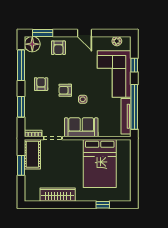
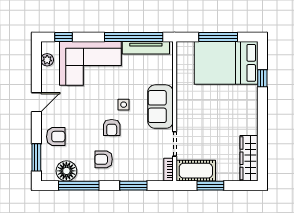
floor lamp: (32, 44) -> (66, 171), moved
window: (134, 65) -> (63, 37), moved
bed: (100, 163) -> (226, 63), moved, turned 180
window: (134, 171) -> (218, 37), added
wardrobe: (58, 195) -> (249, 158), moved

